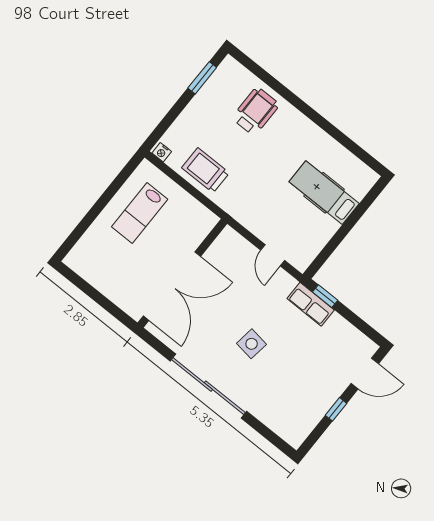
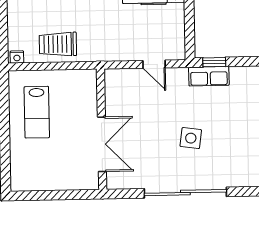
double door: (172, 286) -> (102, 144), width x0.73

